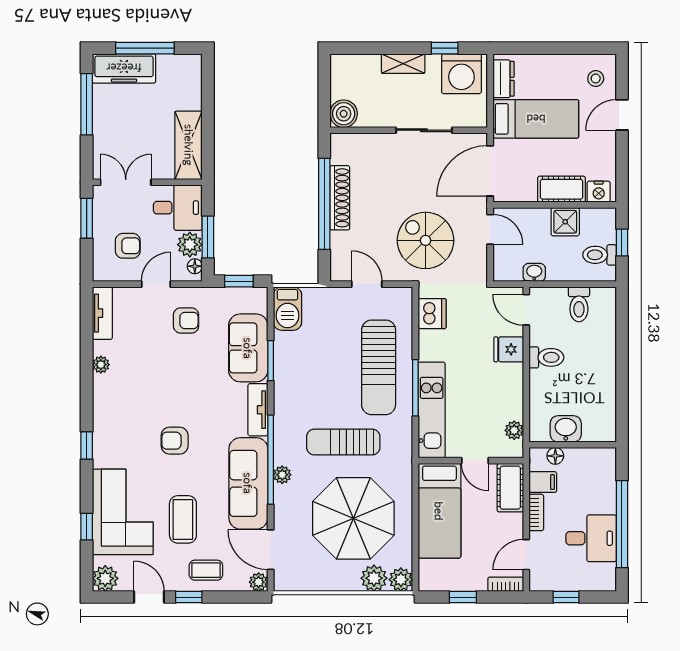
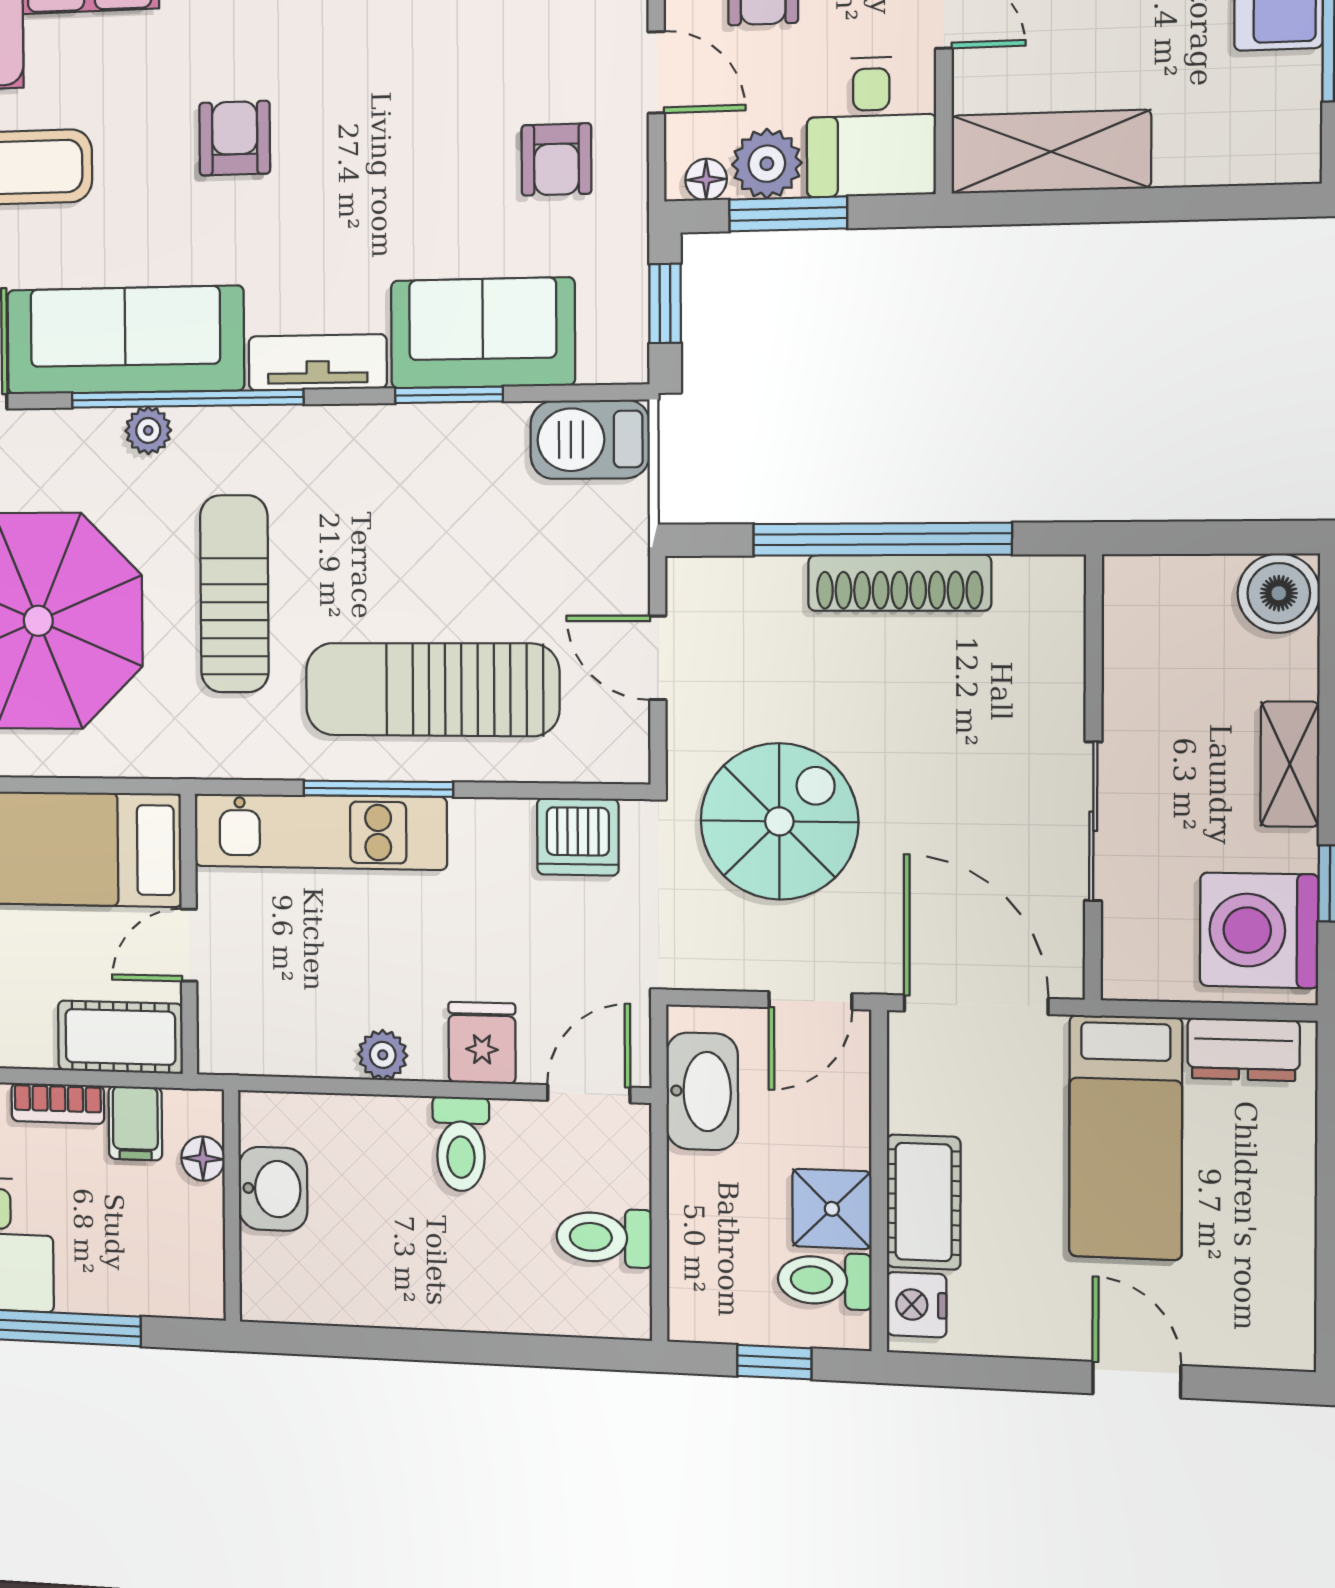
stool: (596, 78) -> (1243, 1311), removed
boiler: (344, 114) -> (1279, 593), moved
toilet: (600, 255) -> (825, 1280), moved, turned -90
washbasin: (534, 272) -> (702, 1091), width x1.91, depth x1.45
door: (367, 284) -> (658, 658), swing flipped
plant: (514, 430) -> (383, 1055), moved

